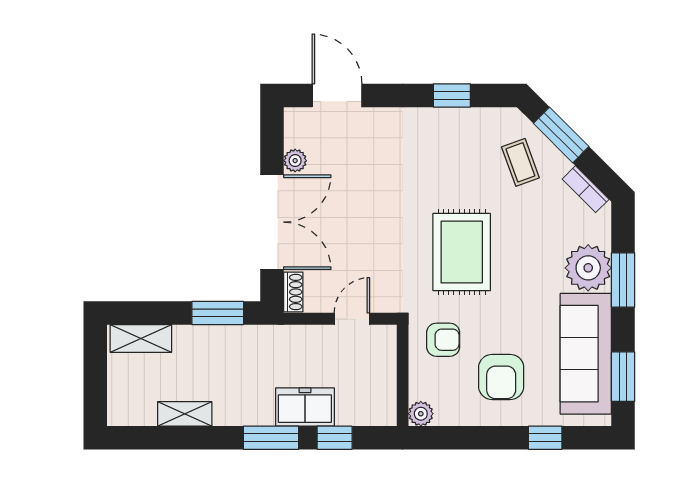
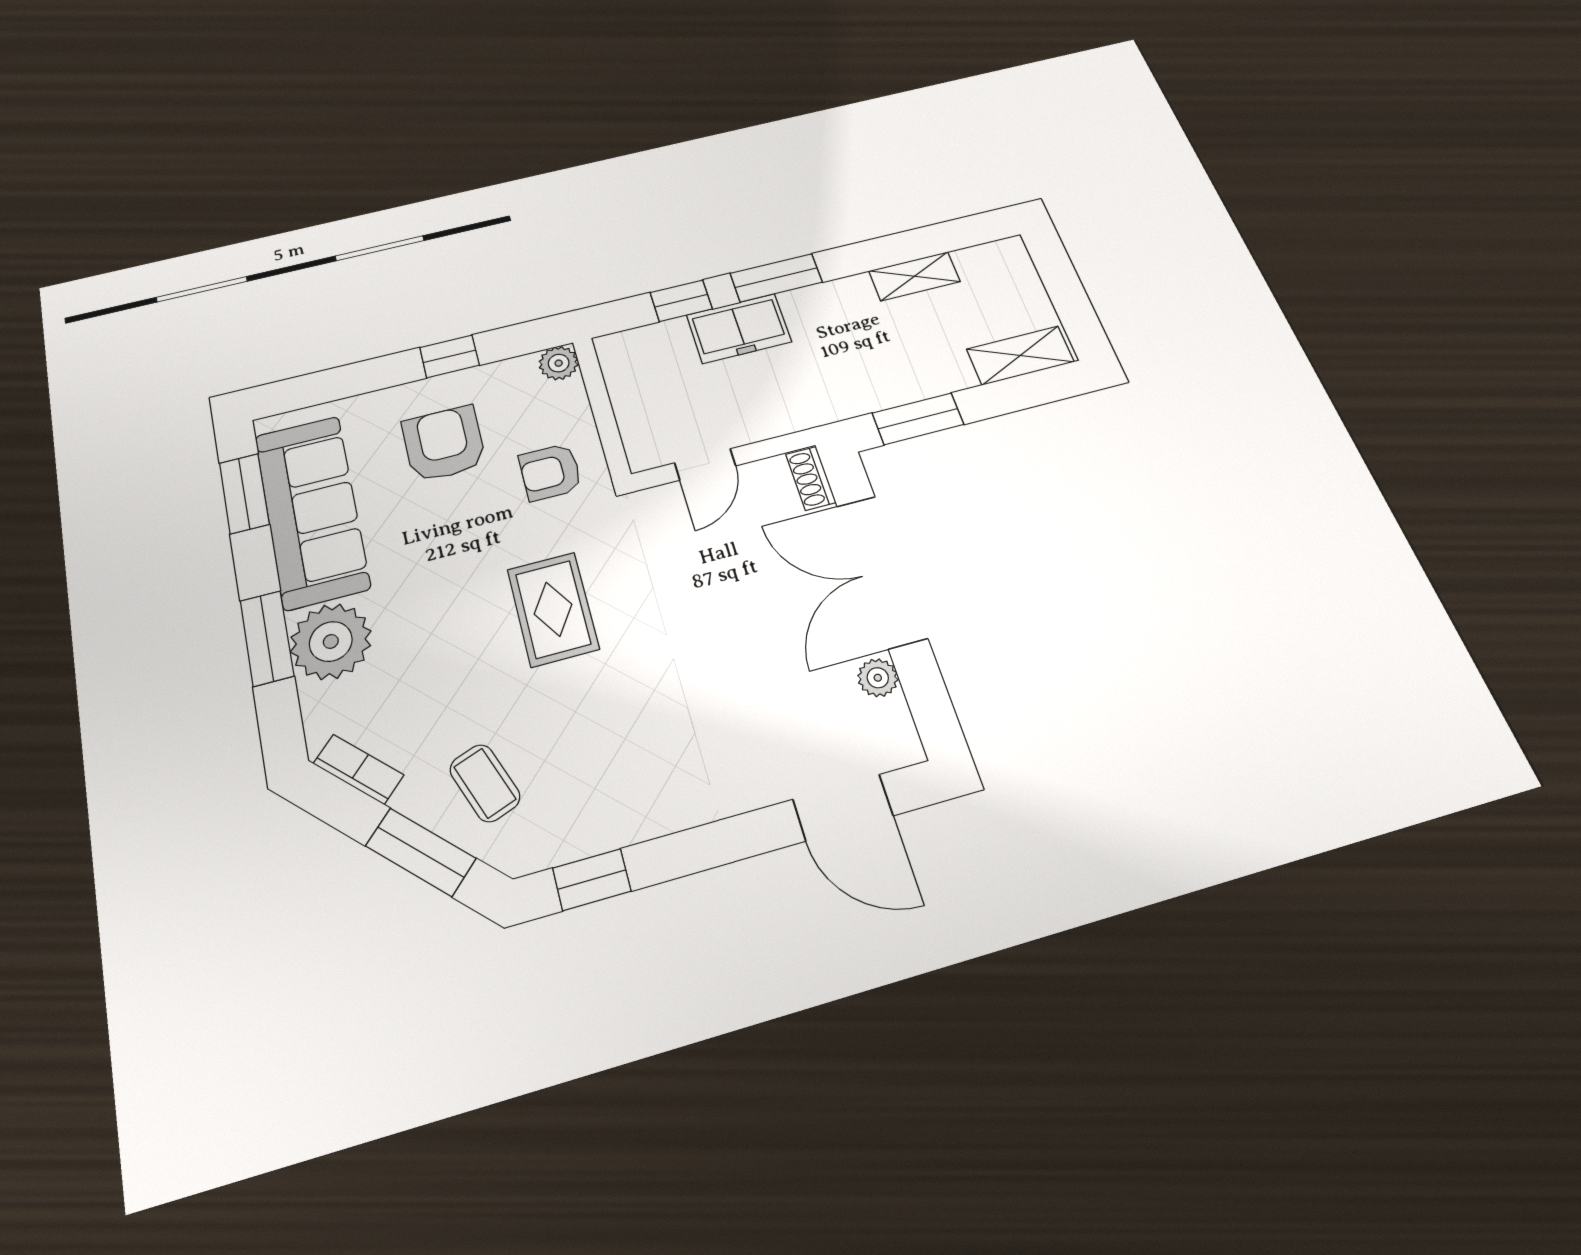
window: (452, 95) -> (592, 880), moved
rug: (462, 252) -> (553, 609), width x0.73, depth x0.70
window: (545, 438) -> (449, 356), moved

